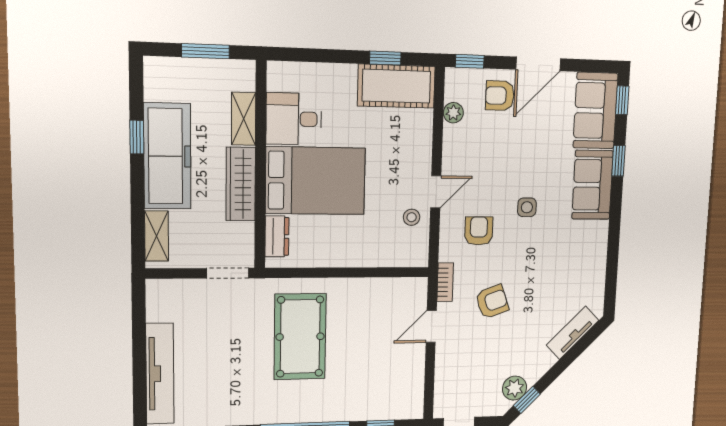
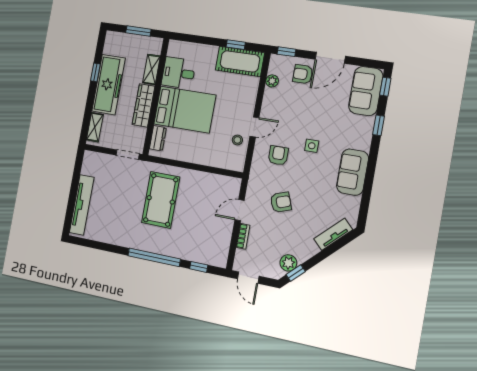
sofa: (593, 185) -> (352, 172), moved
bookcase: (445, 282) -> (243, 236), moved

